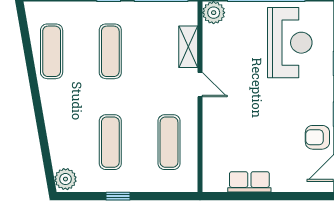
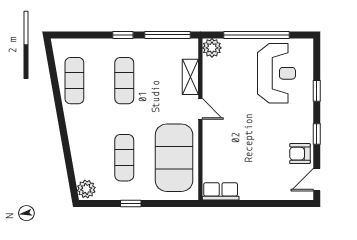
exercise mat: (169, 142) -> (174, 158), width x2.00, depth x1.45
row of seats: (249, 182) -> (221, 191), moved

